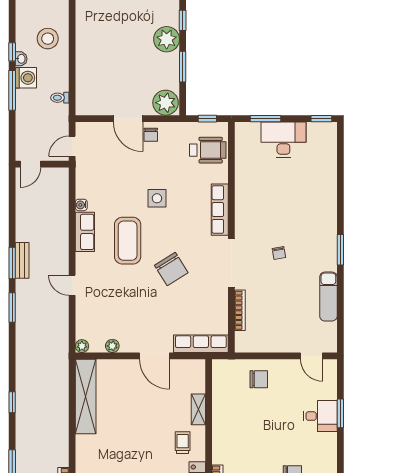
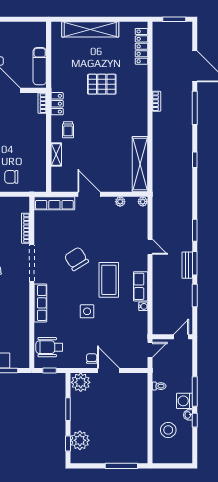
plant: (167, 39) -> (80, 440), moved
window: (12, 219) -> (195, 296), added

